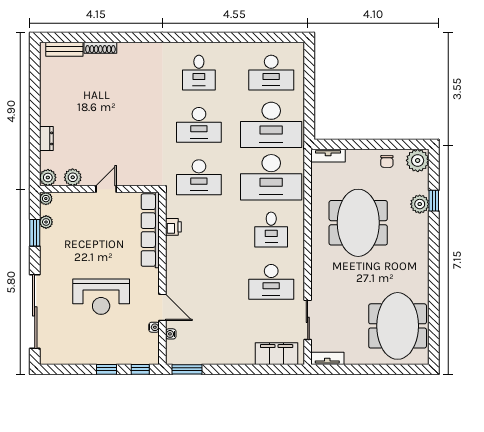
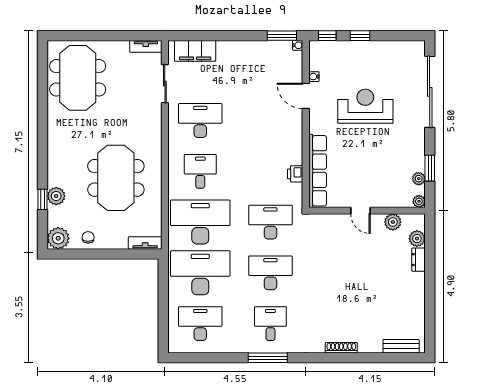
window: (202, 37) -> (268, 358), added
shoe rack: (100, 48) -> (341, 348), moved
plant: (48, 177) -> (417, 239), moved
door: (106, 189) -> (360, 211), hinge flipped
water cooler: (171, 334) -> (298, 45), moved

